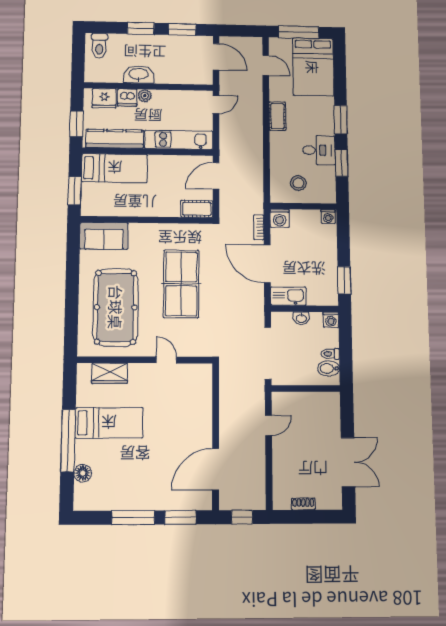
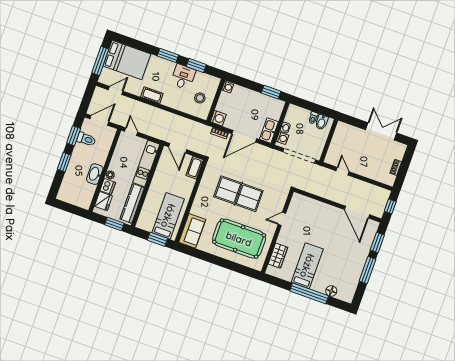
toilet: (99, 46) -> (86, 139), moved
bed: (115, 168) -> (168, 216), moved
washing machine: (331, 320) -> (282, 138), moved

